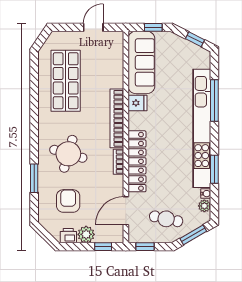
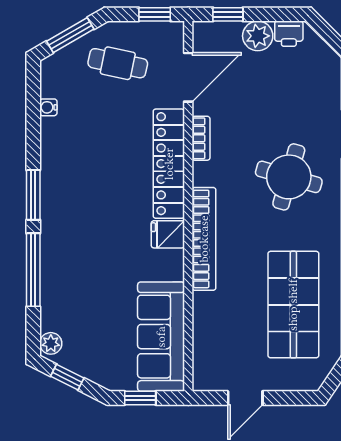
fridge: (137, 103) -> (168, 234), moved
kitchen unit: (202, 128) -> (55, 221), removed
bookcase: (118, 162) -> (201, 138), moved
window: (214, 169) -> (33, 195), moved
armchair: (68, 201) -> (289, 94), removed
plant: (204, 206) -> (51, 343), moved

